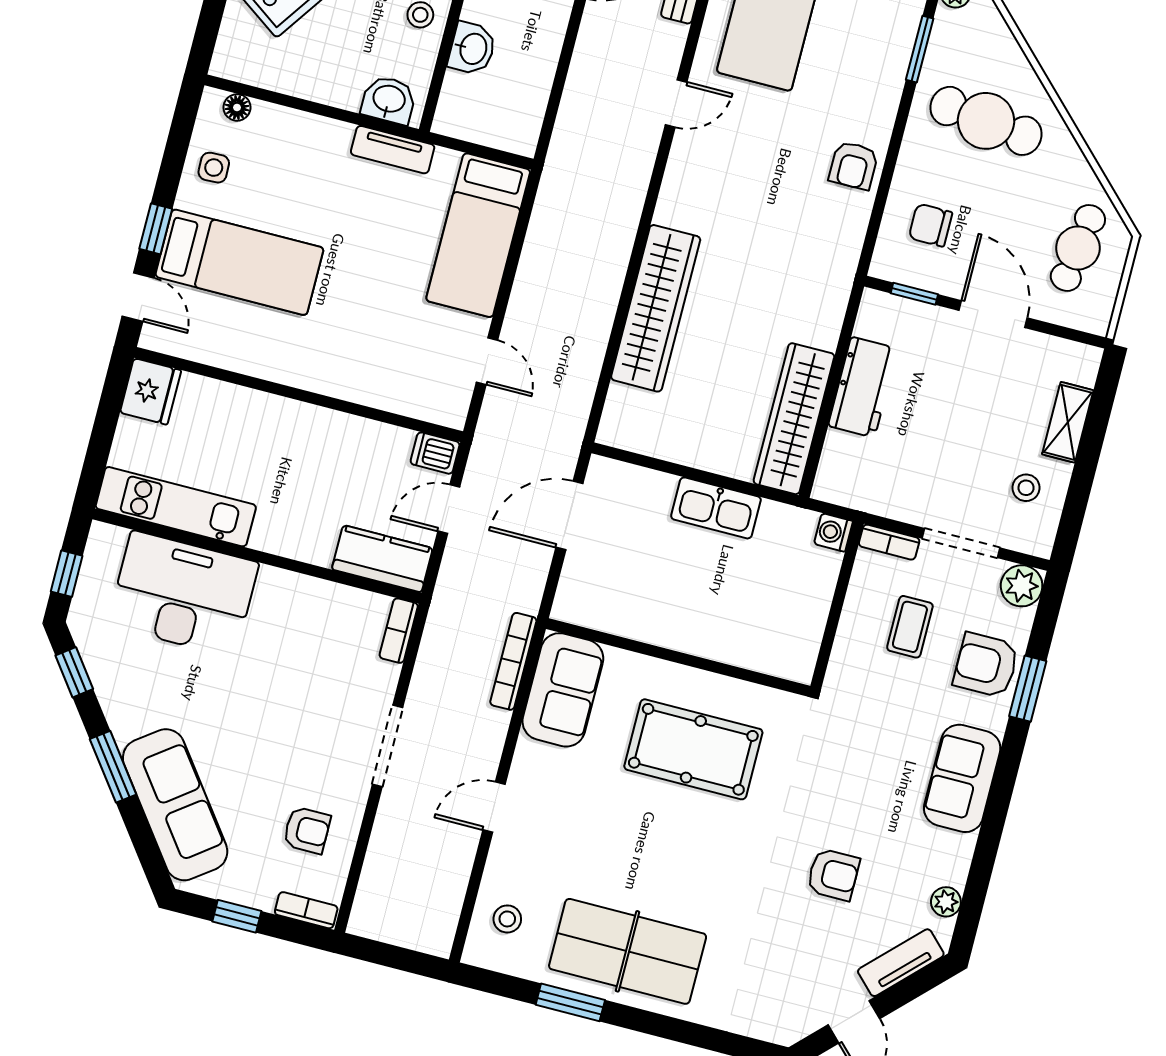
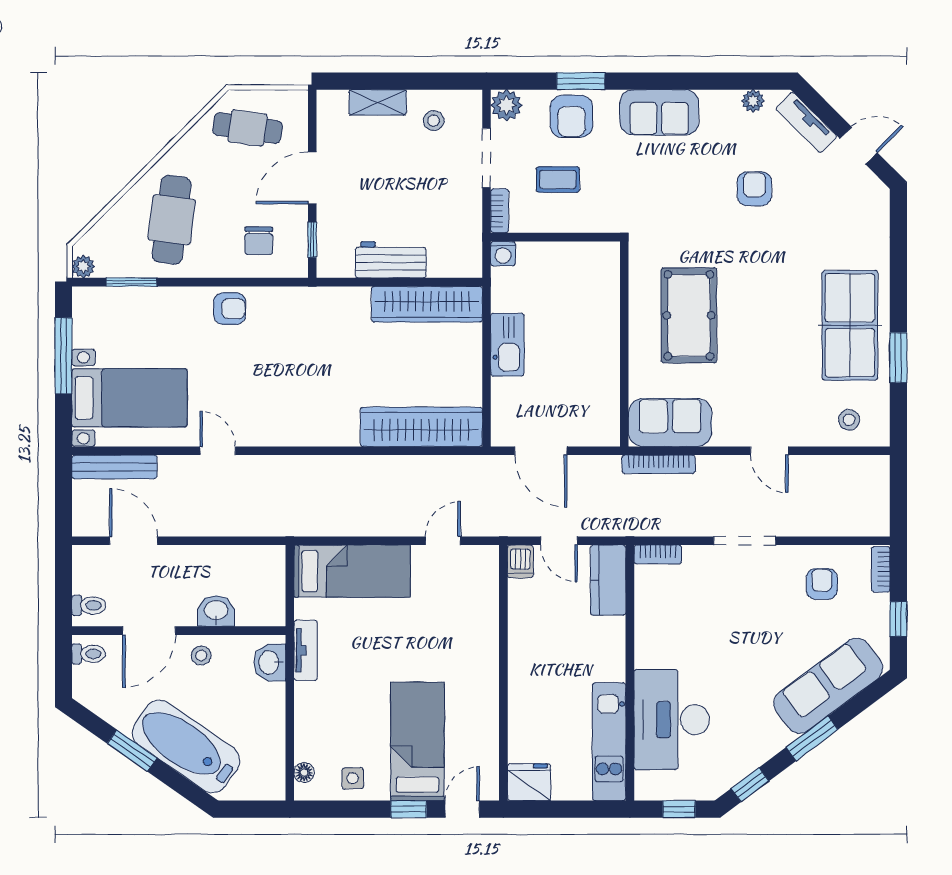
wardrobe: (656, 308) -> (421, 427), moved

